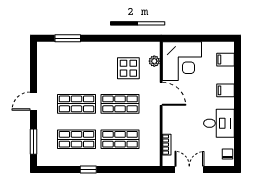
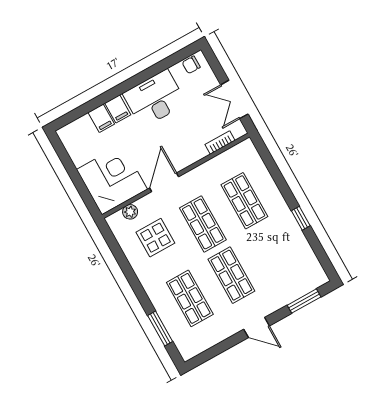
filing cabinet: (225, 60) -> (101, 118), moved
desk: (219, 123) -> (155, 99), width x1.37
shop shelf: (76, 139) -> (190, 298), moved

